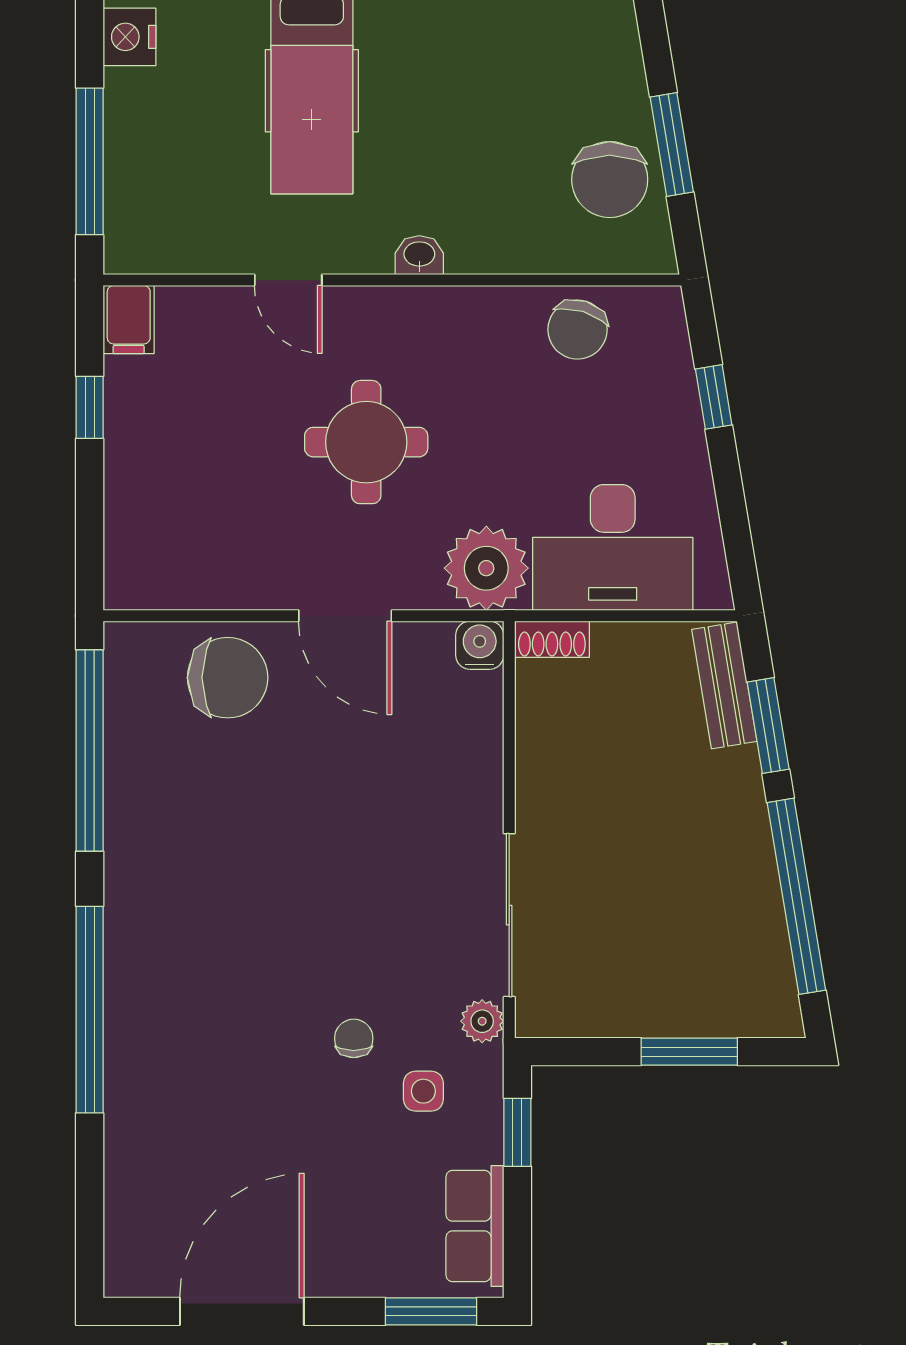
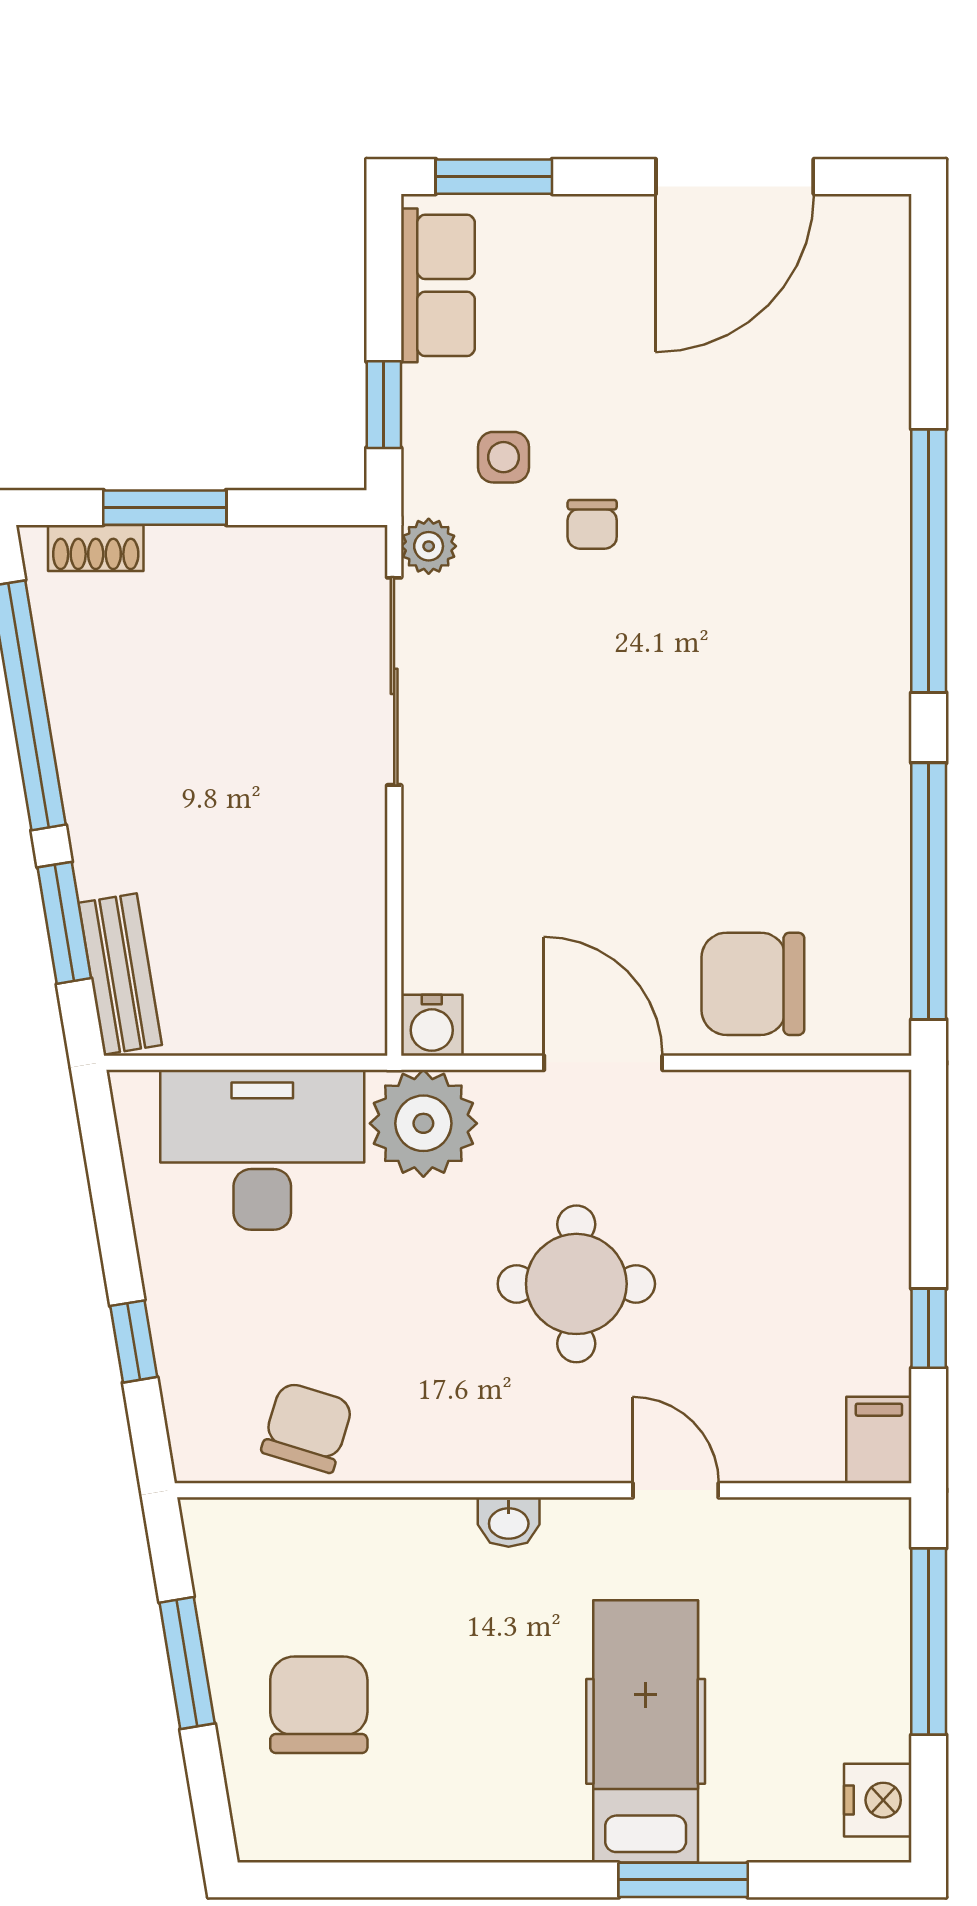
chair: (610, 180) -> (319, 1705), moved
shoe rack: (552, 639) -> (96, 548), moved, turned 180

